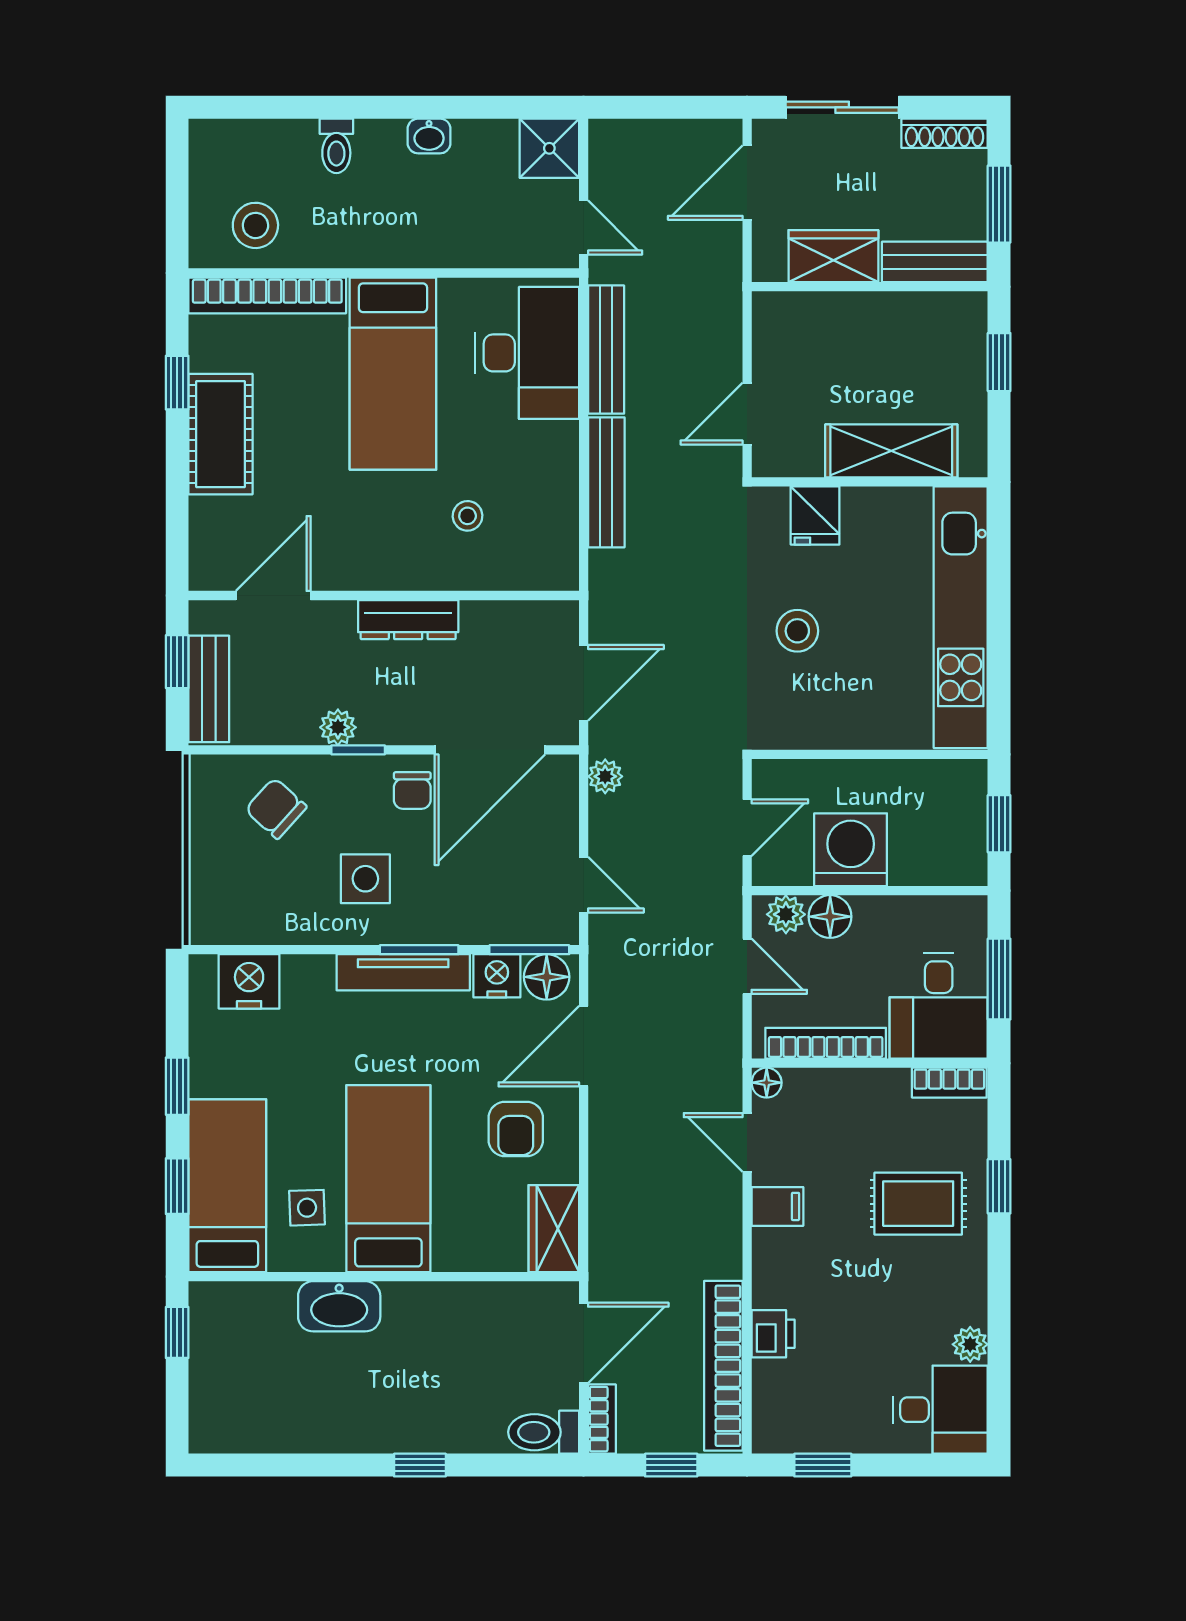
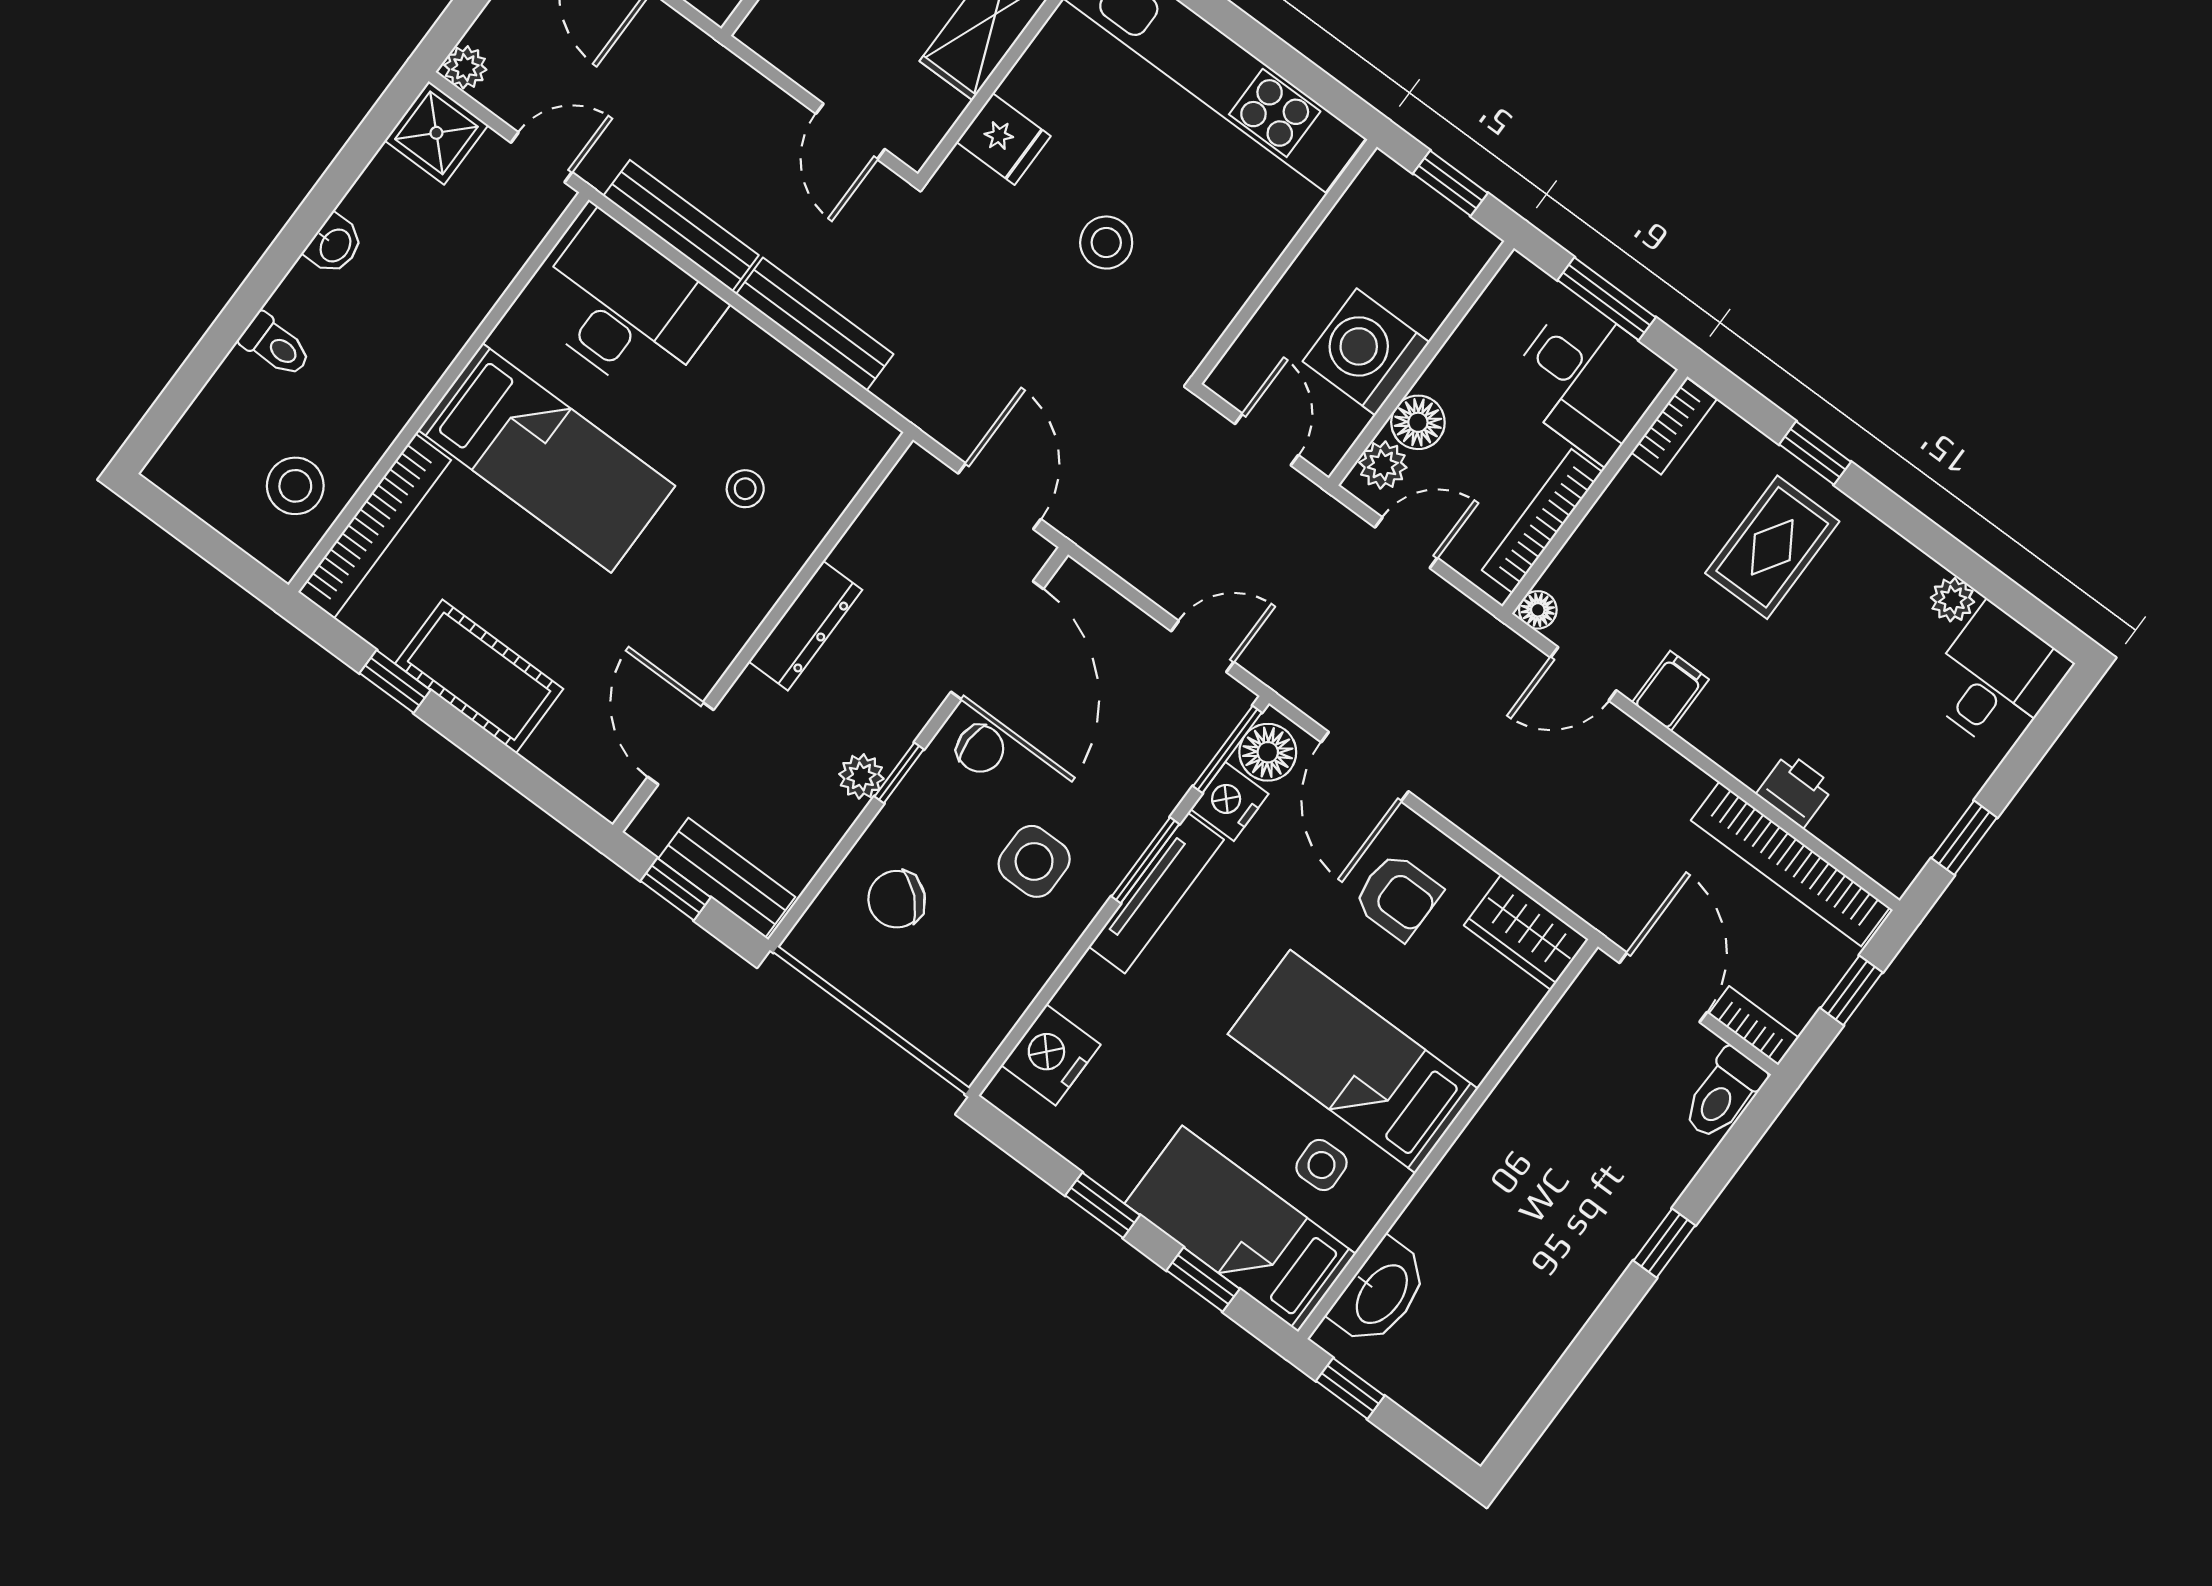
plant: (605, 776) -> (465, 67), moved
washbasin: (339, 1306) -> (1380, 1293), moved

